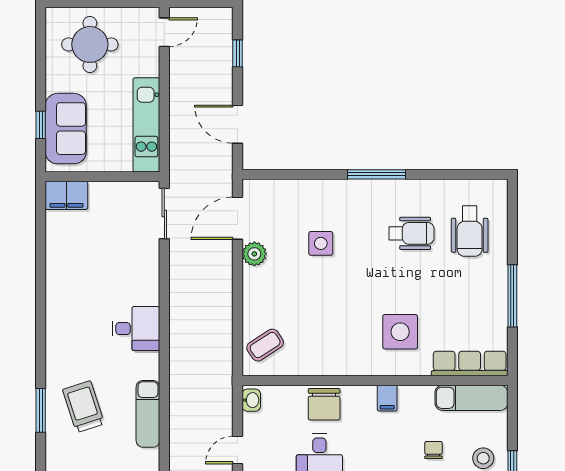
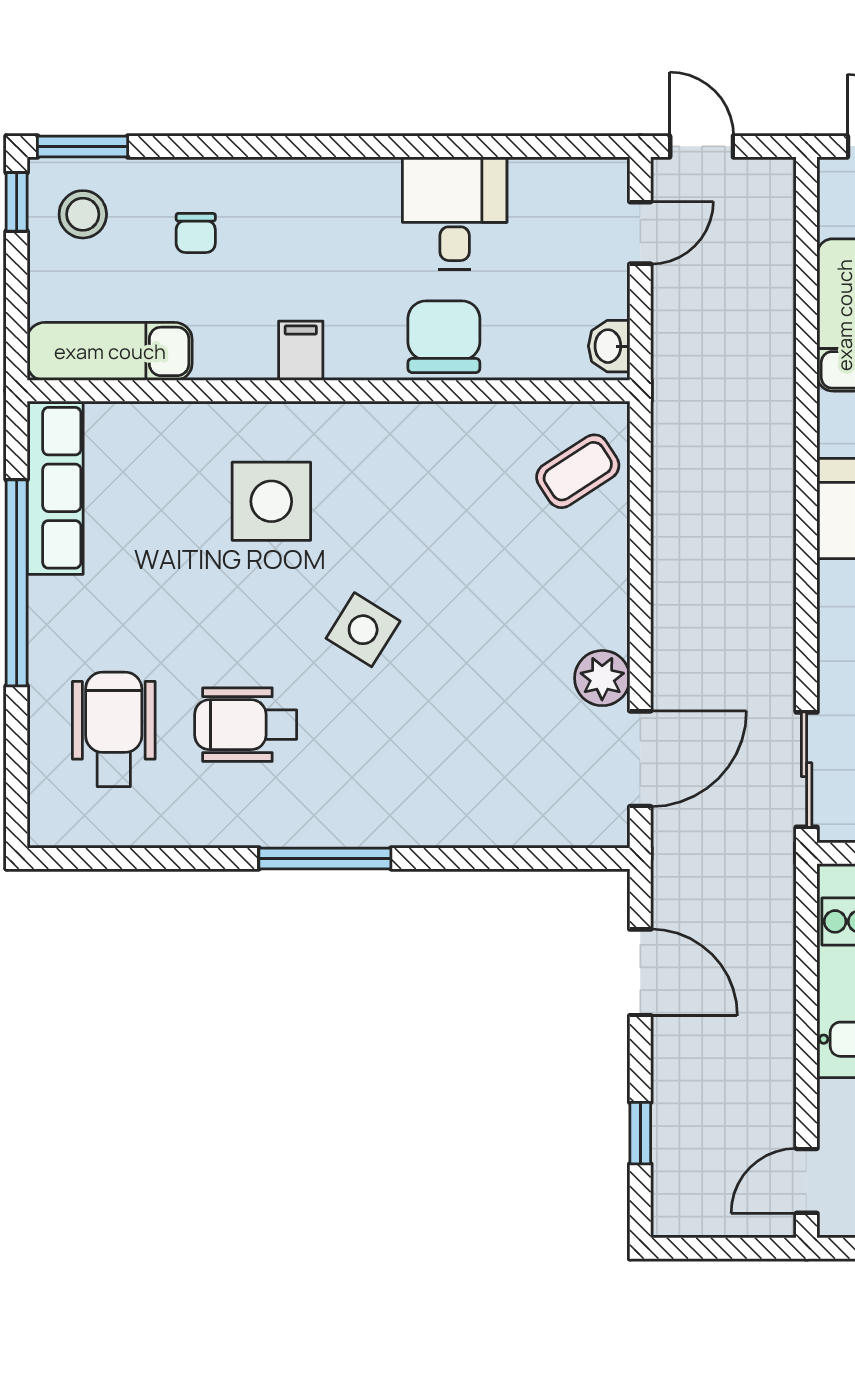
side table: (321, 243) -> (363, 630), moved, turned 32
window: (512, 296) -> (17, 583), width x1.46
row of seats: (470, 364) -> (55, 488), moved, turned -90

